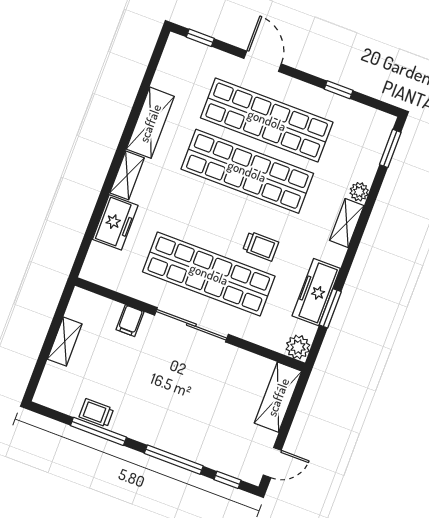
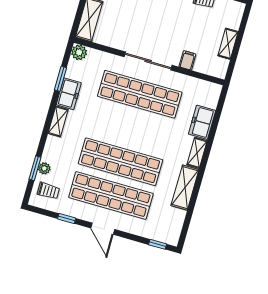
door: (263, 61) -> (103, 229), moved
window: (390, 148) -> (35, 168), moved
plant: (359, 192) -> (44, 168), moved
shelving: (347, 223) -> (58, 121), moved
trolley: (261, 246) -> (48, 191), moved, turned 180
freezer: (316, 292) -> (69, 94), width x0.71

